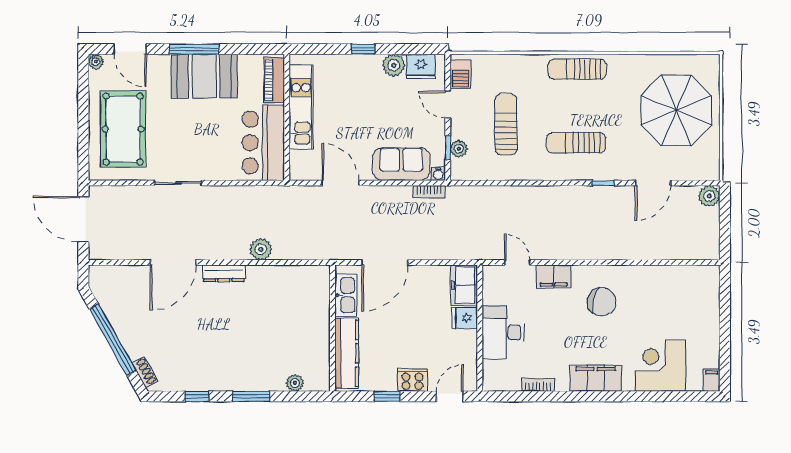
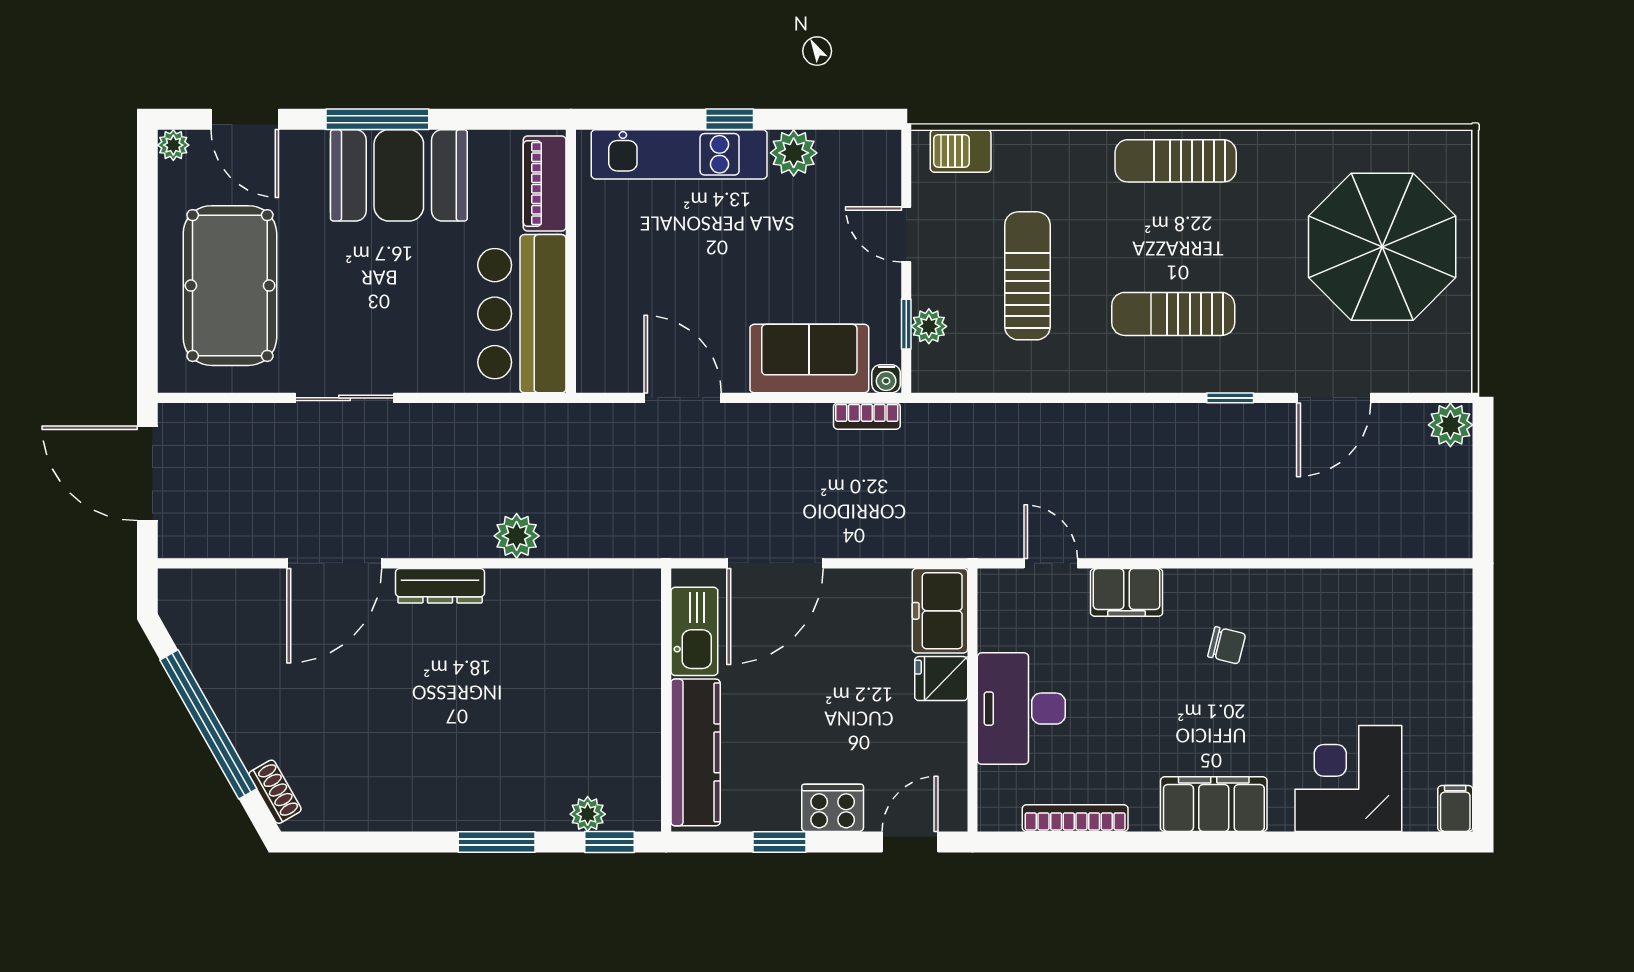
fridge: (421, 66) -> (850, 155), removed
barbecue: (461, 74) -> (961, 151), moved, turned 90
kitchen unit: (301, 107) -> (679, 154), moved, turned 90
chair: (602, 302) -> (1227, 645), width x0.54, depth x0.54
bookcase: (538, 385) -> (1075, 818), width x1.56
window: (197, 396) -> (609, 842), moved

